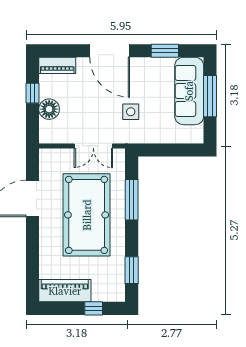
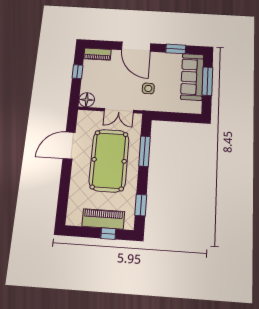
floor lamp: (49, 109) -> (87, 100), moved
piano: (65, 291) -> (103, 219), moved

